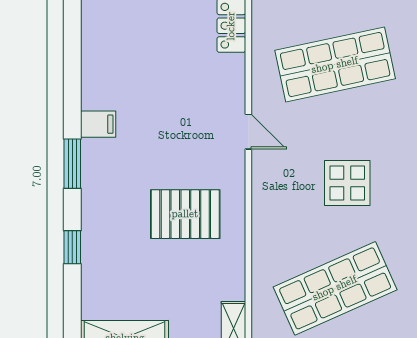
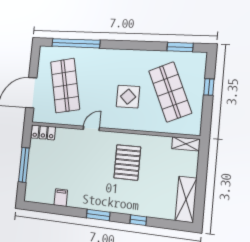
filing cabinet: (98, 124) -> (61, 198), moved
display table: (347, 183) -> (128, 97), moved

